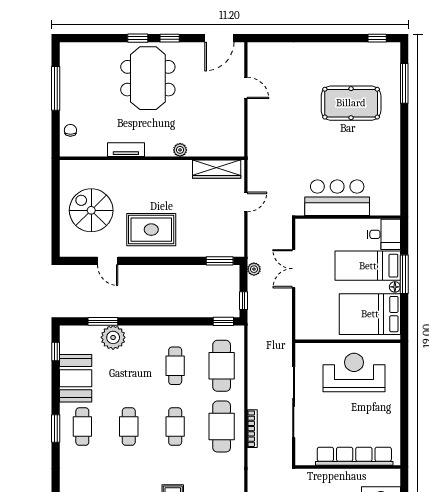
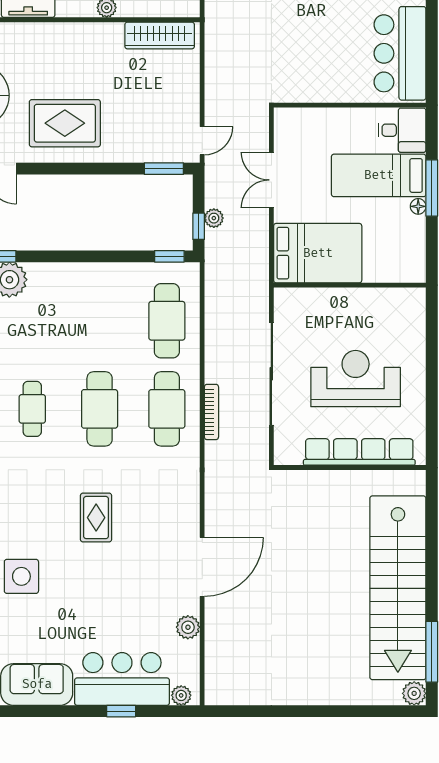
bar counter: (337, 198) -> (400, 53), moved, turned -90
door: (246, 202) -> (202, 141), moved
plant: (254, 269) -> (214, 218), moved
bed: (370, 314) -> (318, 253), moved, turned 180
cafe table: (175, 366) -> (100, 321), removed
reception desk: (354, 372) -> (356, 379), moved
cafe table: (175, 427) -> (100, 409), width x1.37, depth x1.35

